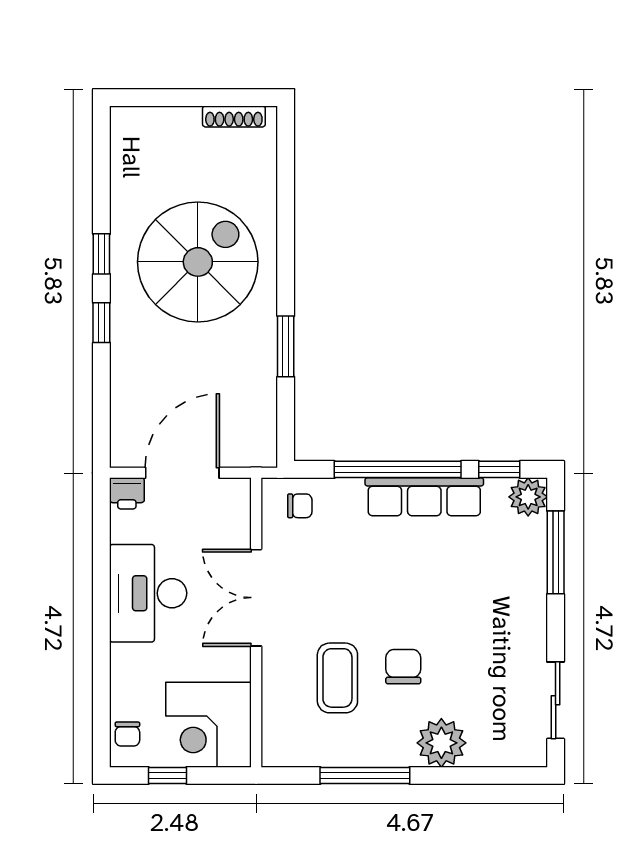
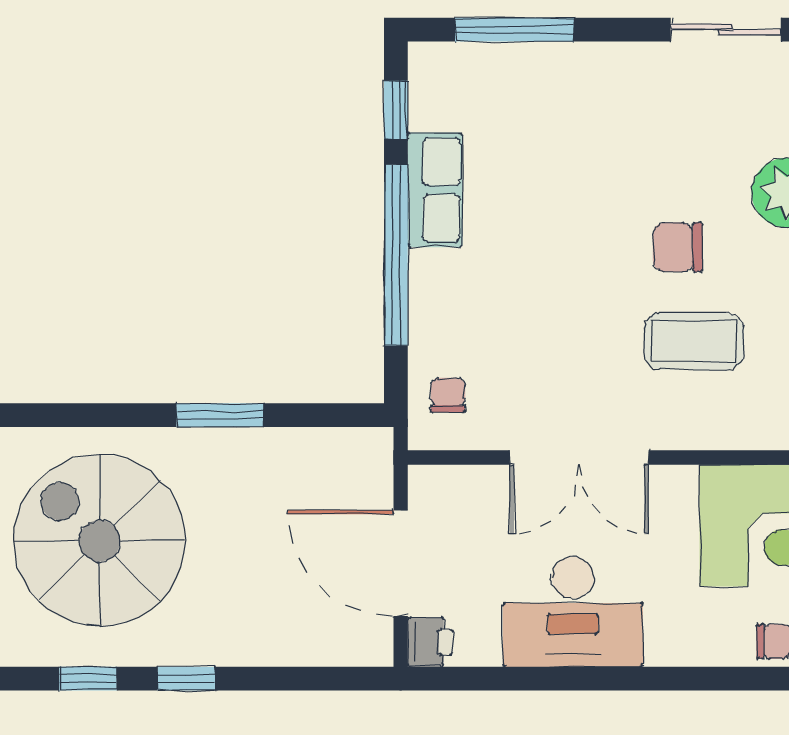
row of seats: (424, 497) -> (435, 190), width x0.68
plant: (528, 497) -> (435, 69), removed

